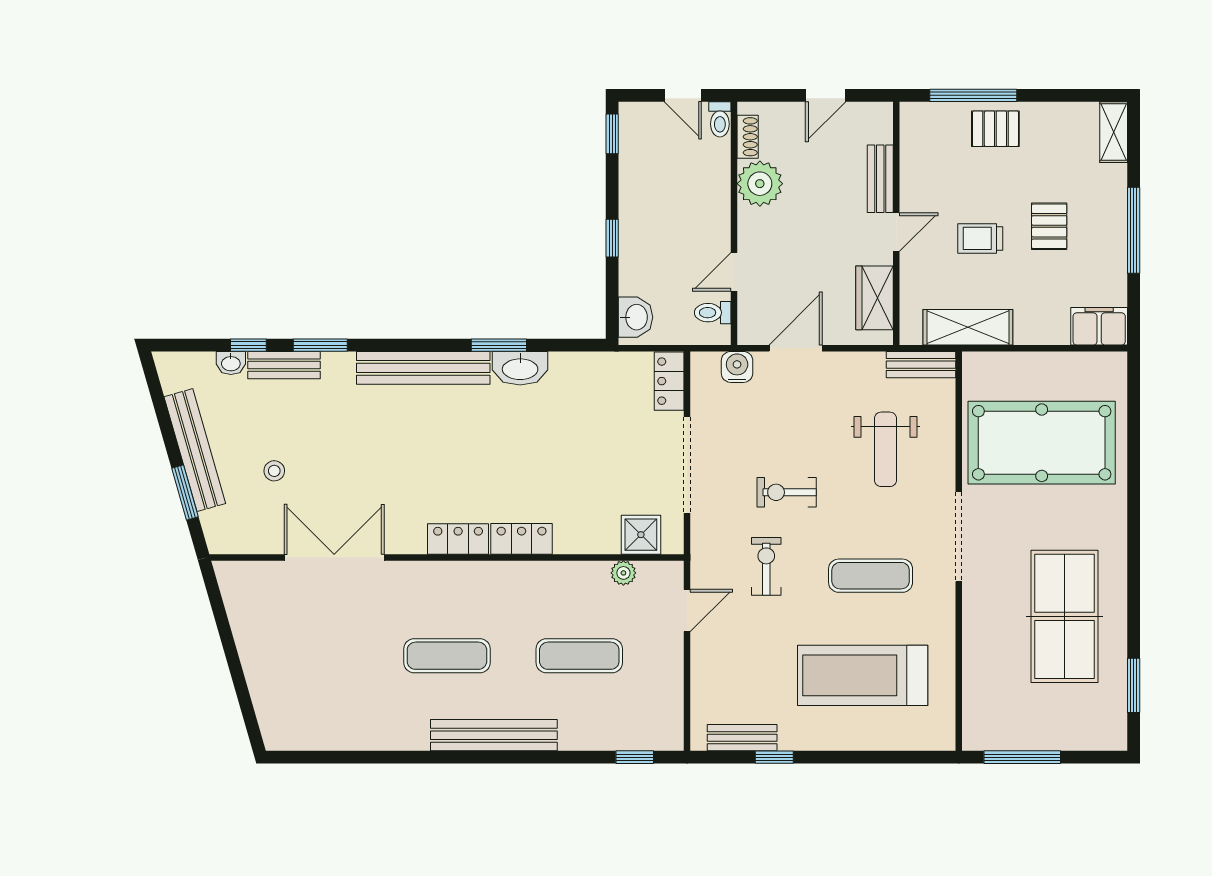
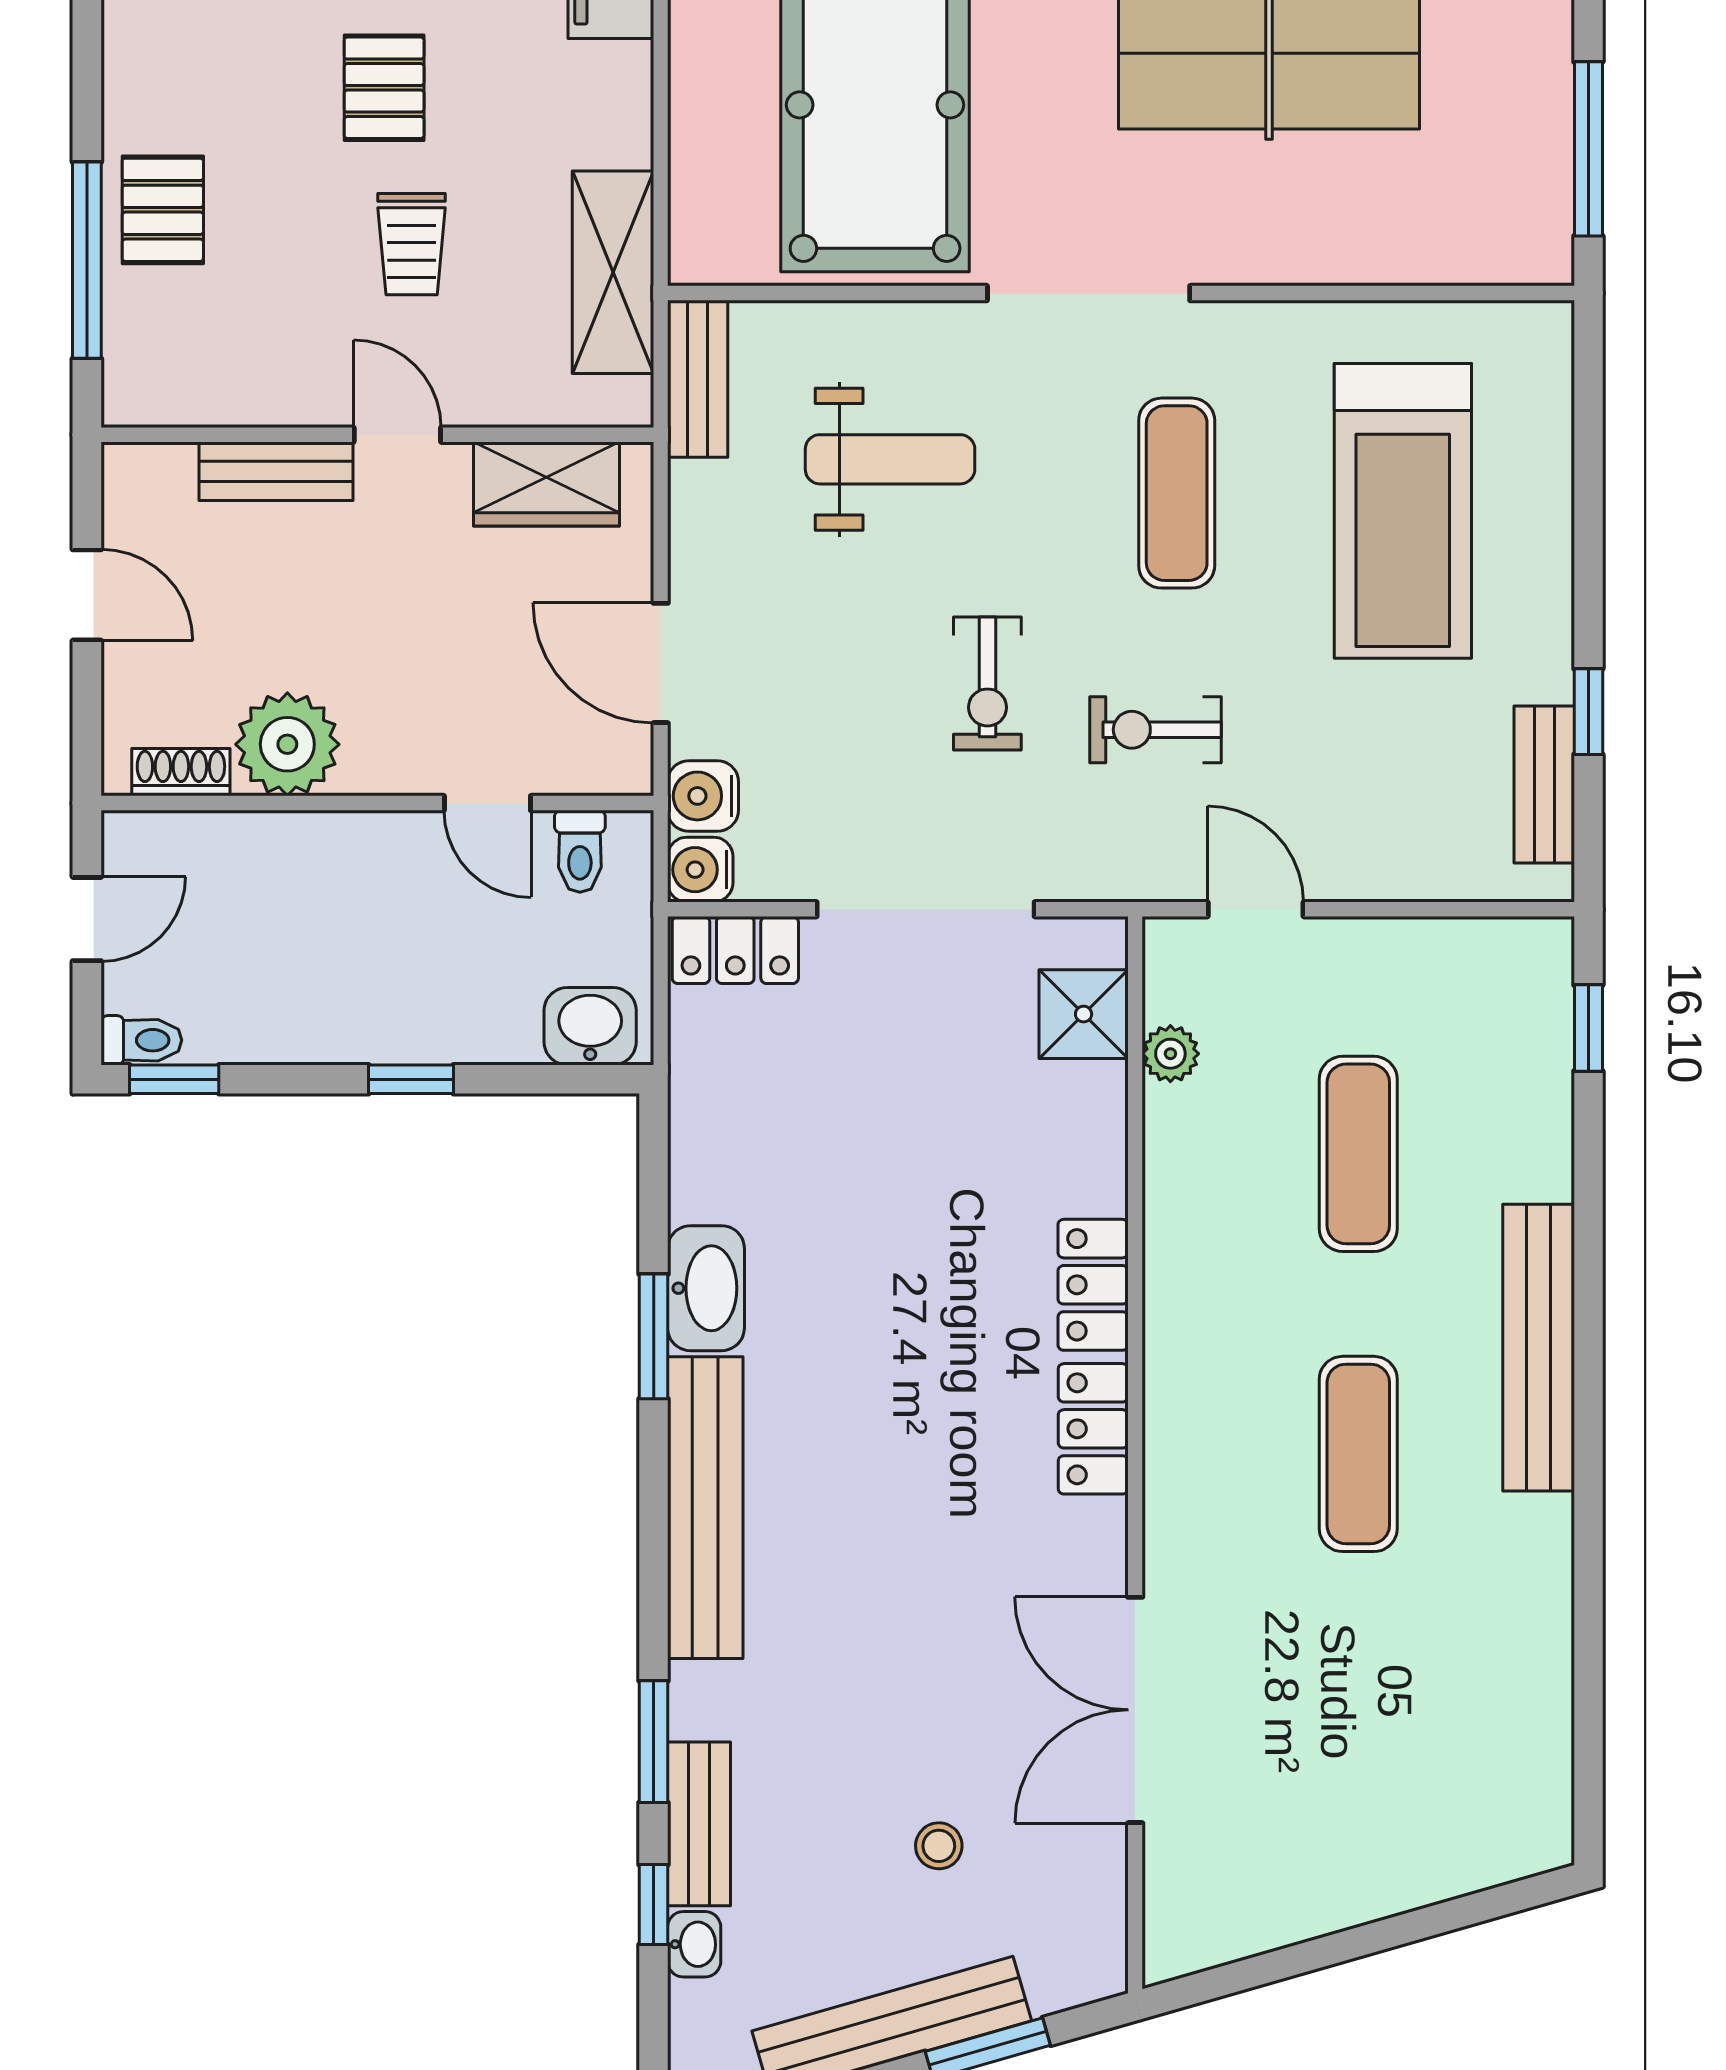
toilet: (720, 119) -> (141, 1040), moved
pallet: (1049, 226) -> (384, 88), turned 90
water cooler: (705, 366) -> (700, 870), added

